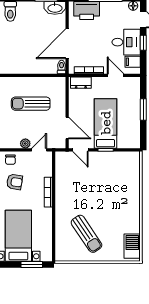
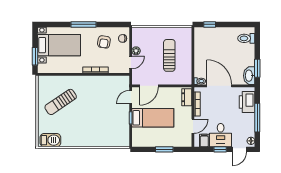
door: (39, 150) -> (131, 62), hinge flipped

